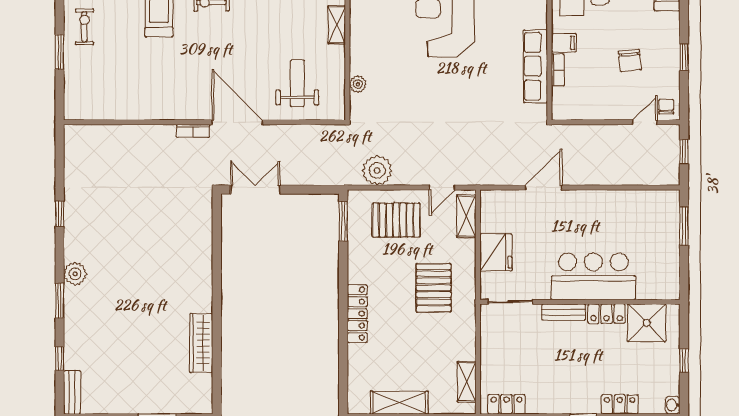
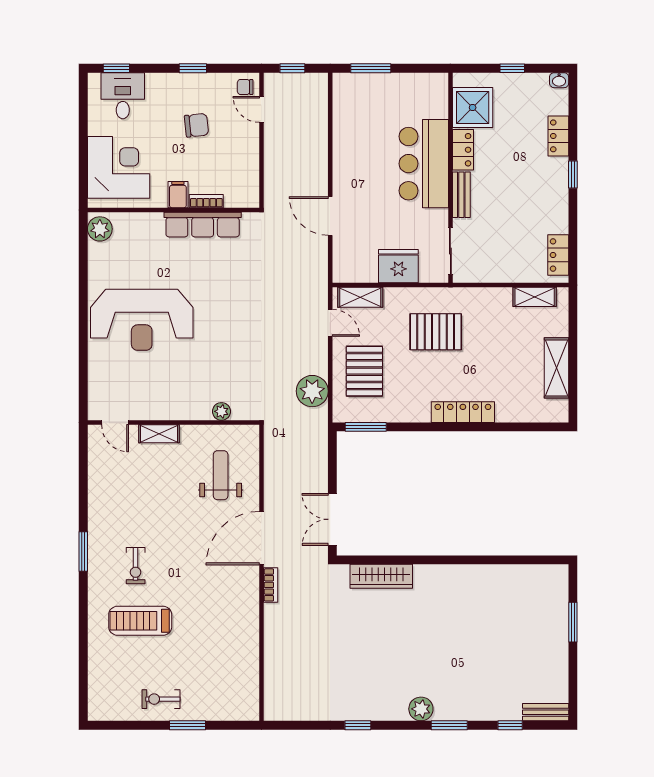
weight bench: (297, 83) -> (221, 475), turned 90
wardrobe: (201, 343) -> (381, 576), moved

